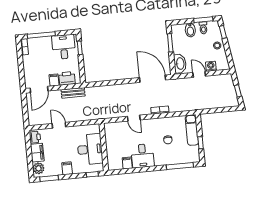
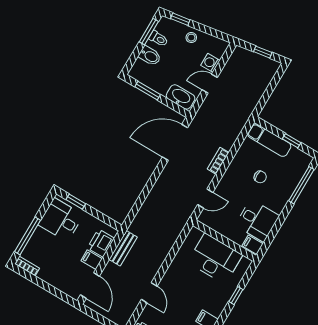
door: (59, 125) -> (149, 293), swing flipped
wall: (104, 147) -> (224, 240), moved
desk: (90, 149) -> (215, 259), moved

